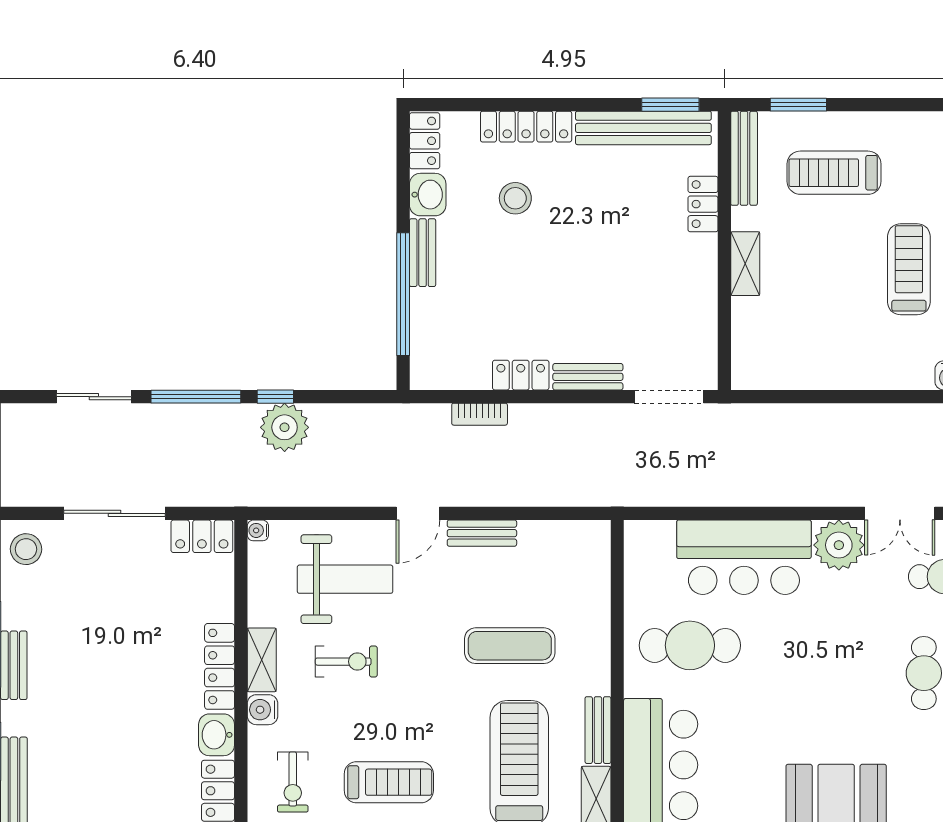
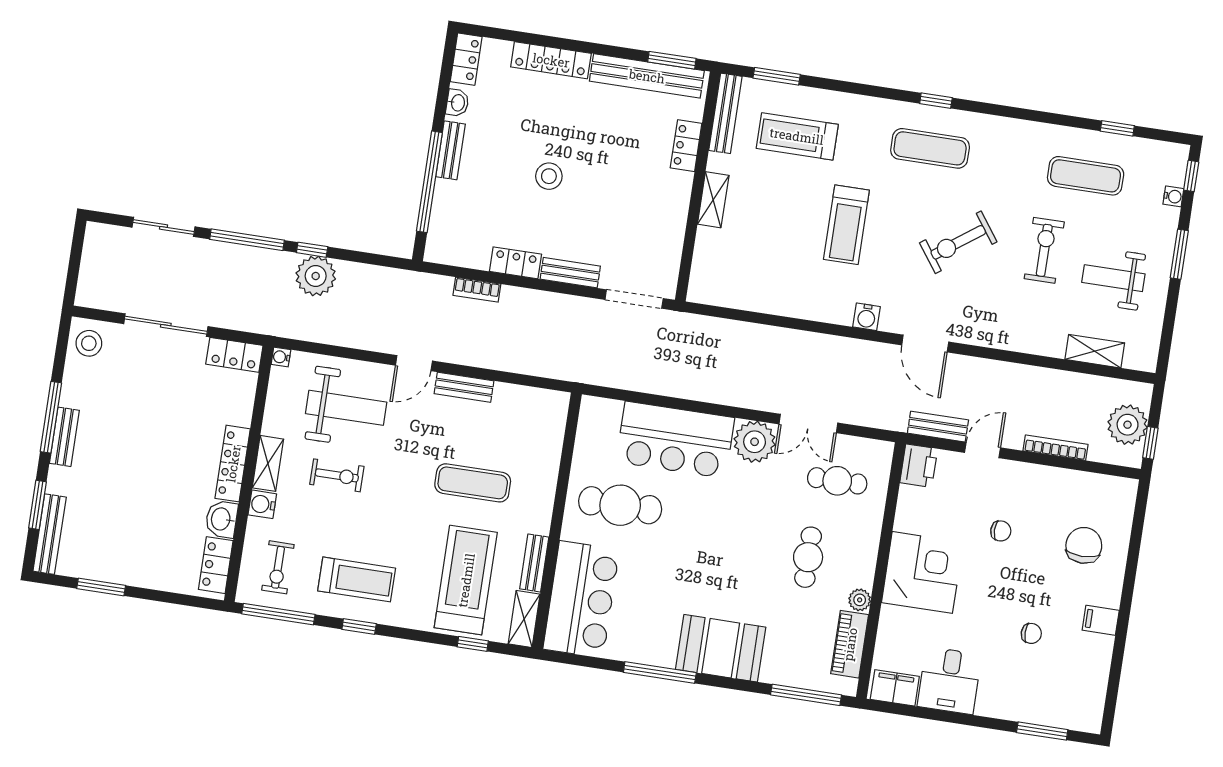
washbasin: (428, 195) -> (457, 103), width x0.72, depth x0.69
stool: (515, 198) -> (549, 176), moved
treadmill: (909, 269) -> (846, 225), turned 180

